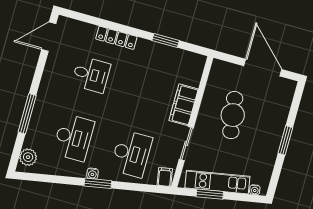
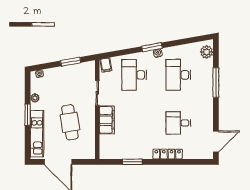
plant: (270, 160) -> (35, 98), added
kitchen unit: (217, 182) -> (37, 134), moved, turned -80

